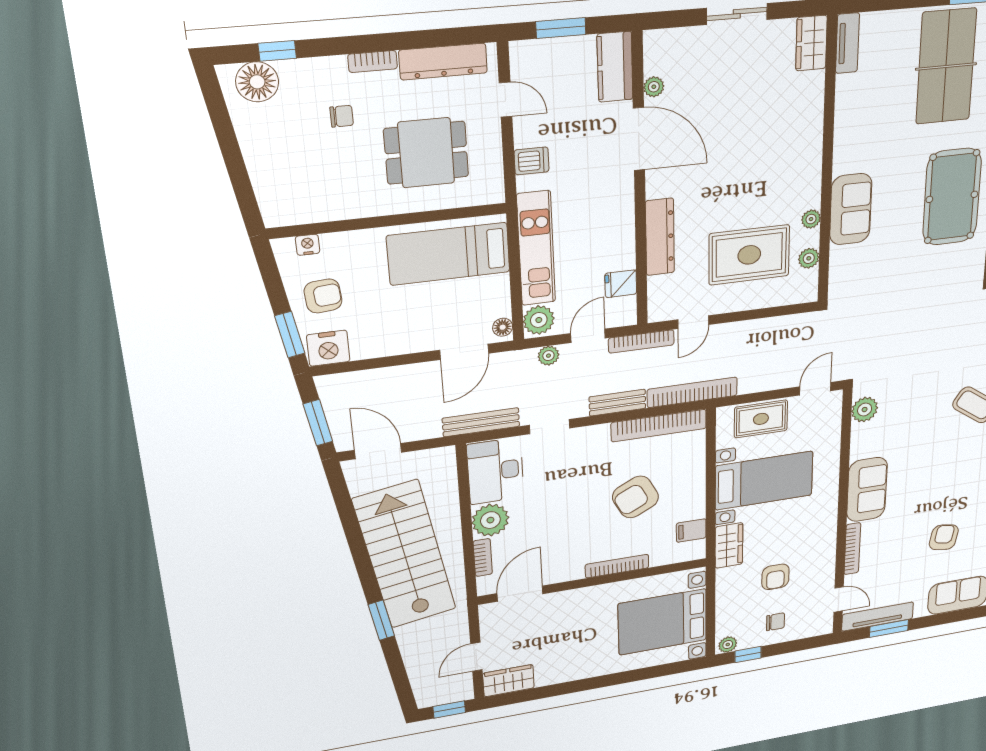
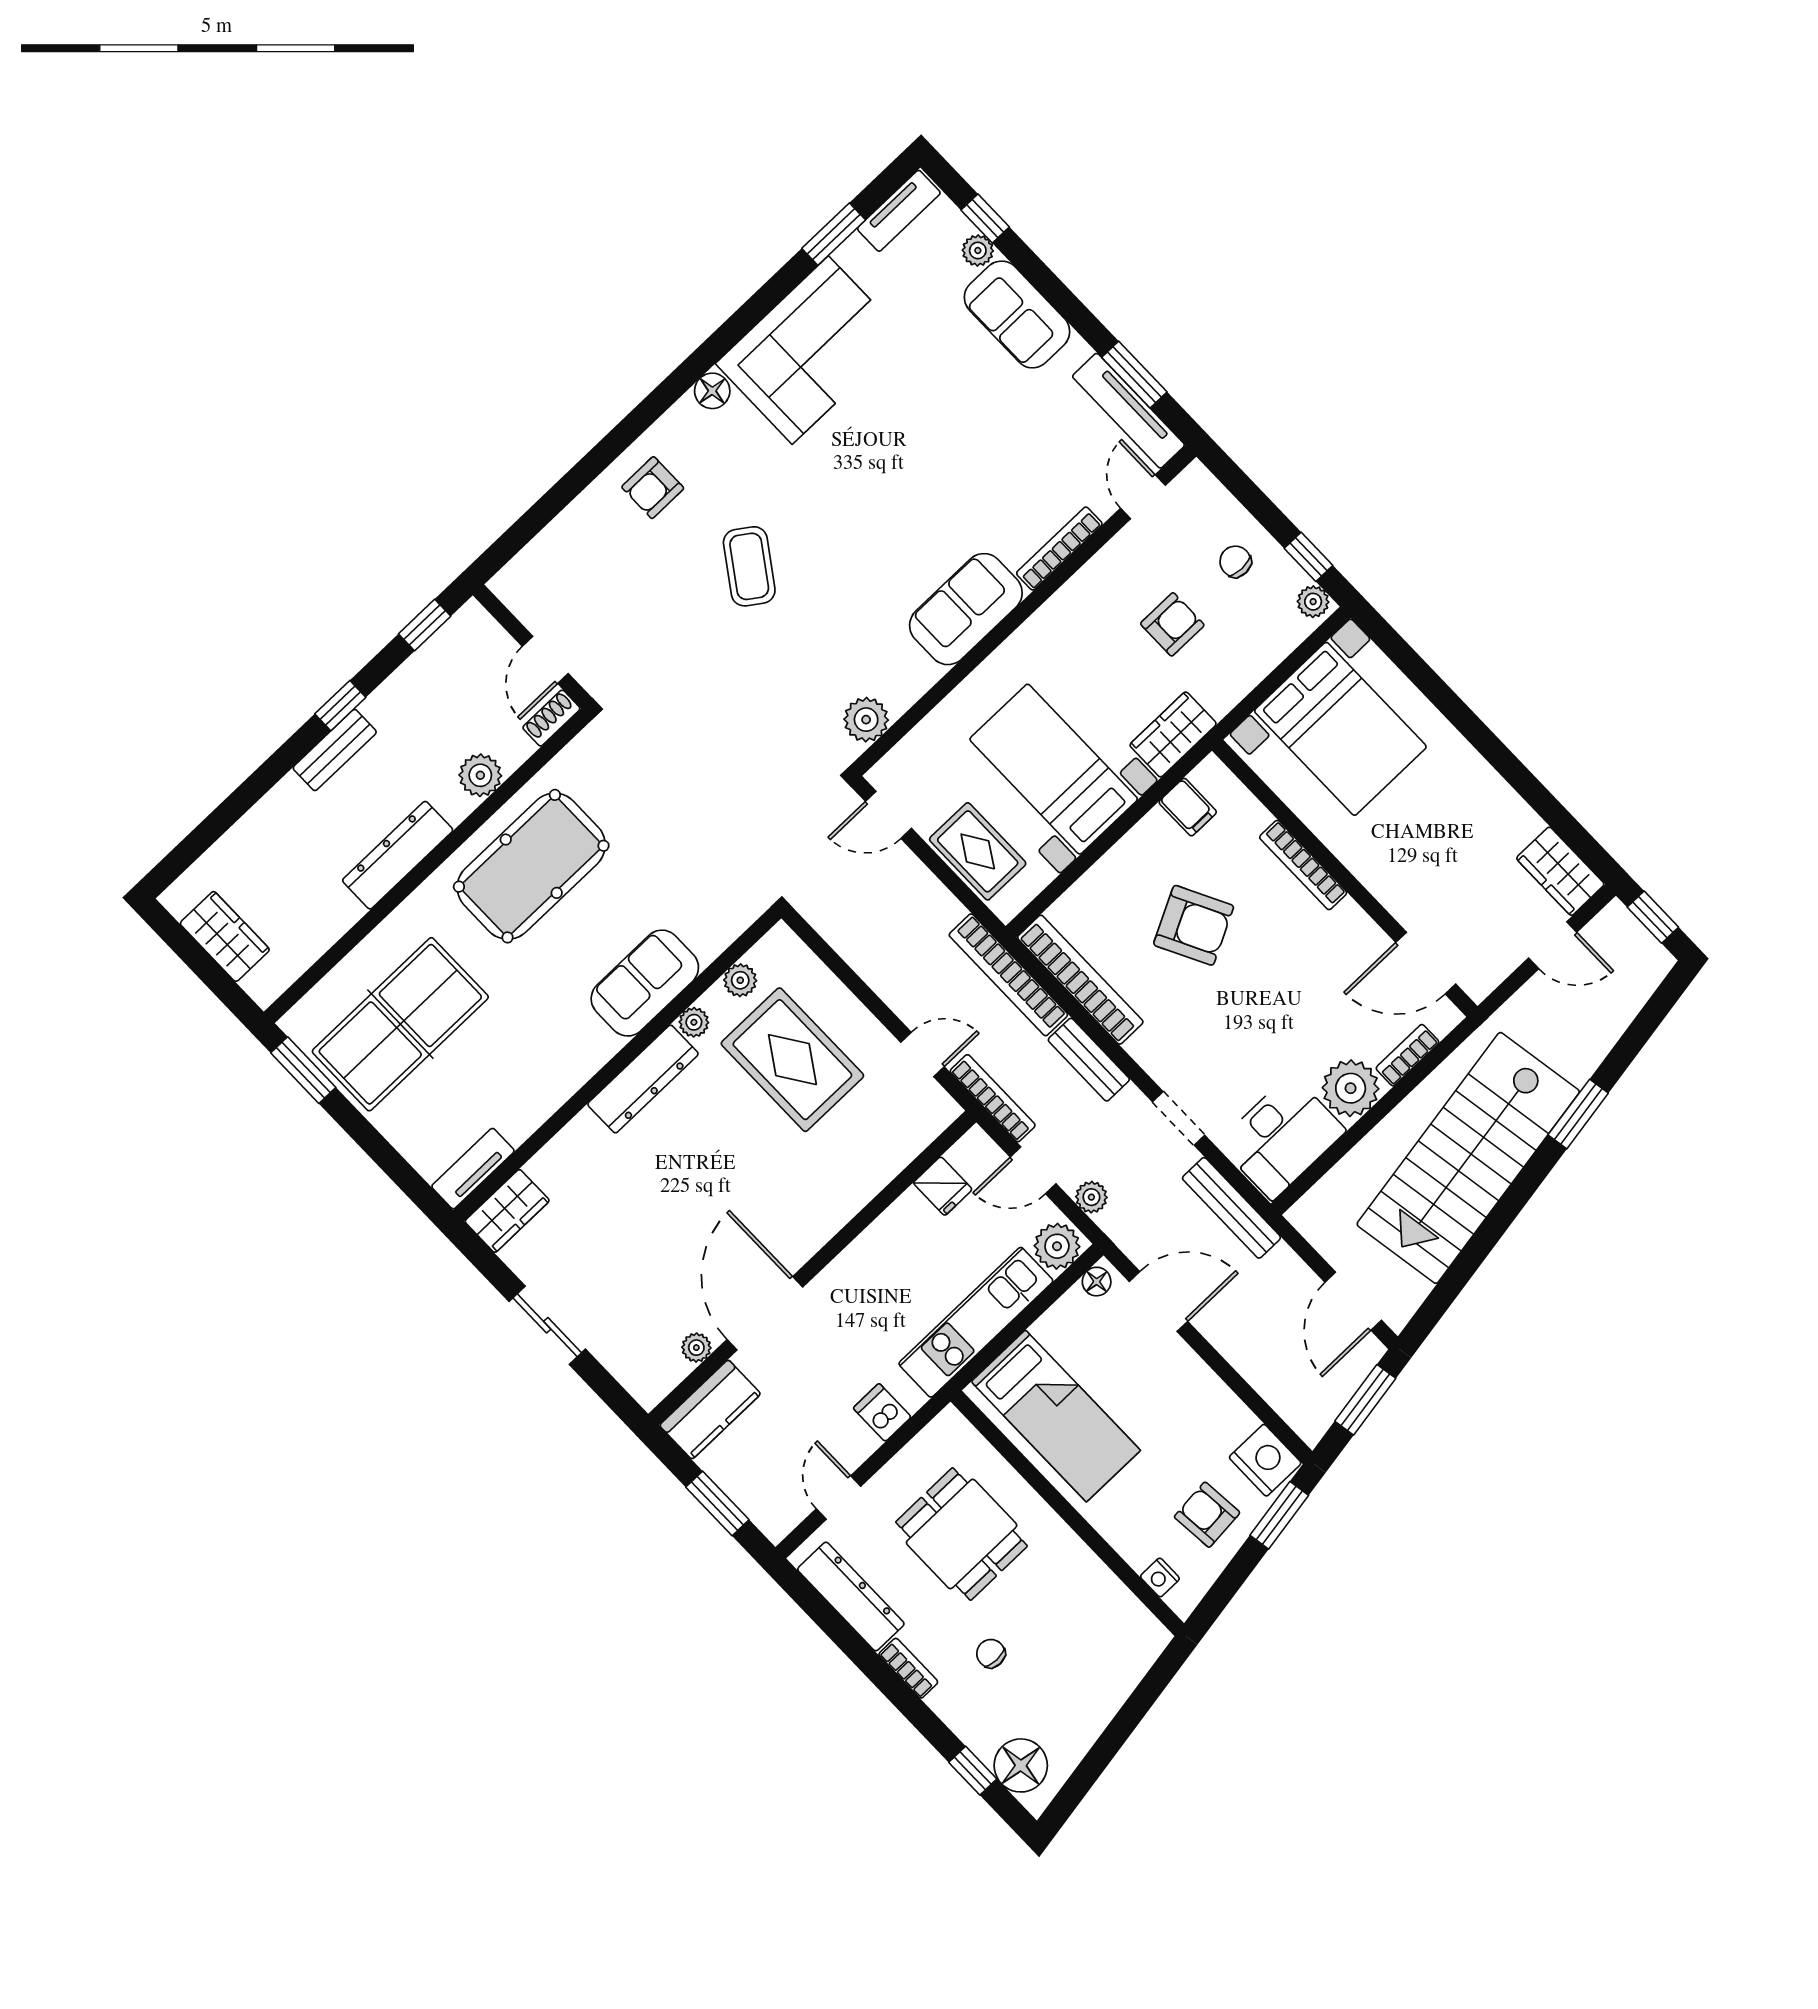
dresser: (660, 237) -> (643, 1079), moved, turned 180
armchair: (944, 537) -> (952, 425), removed

